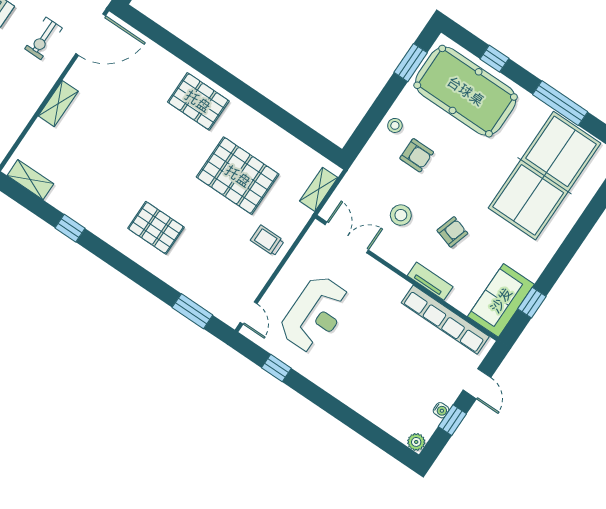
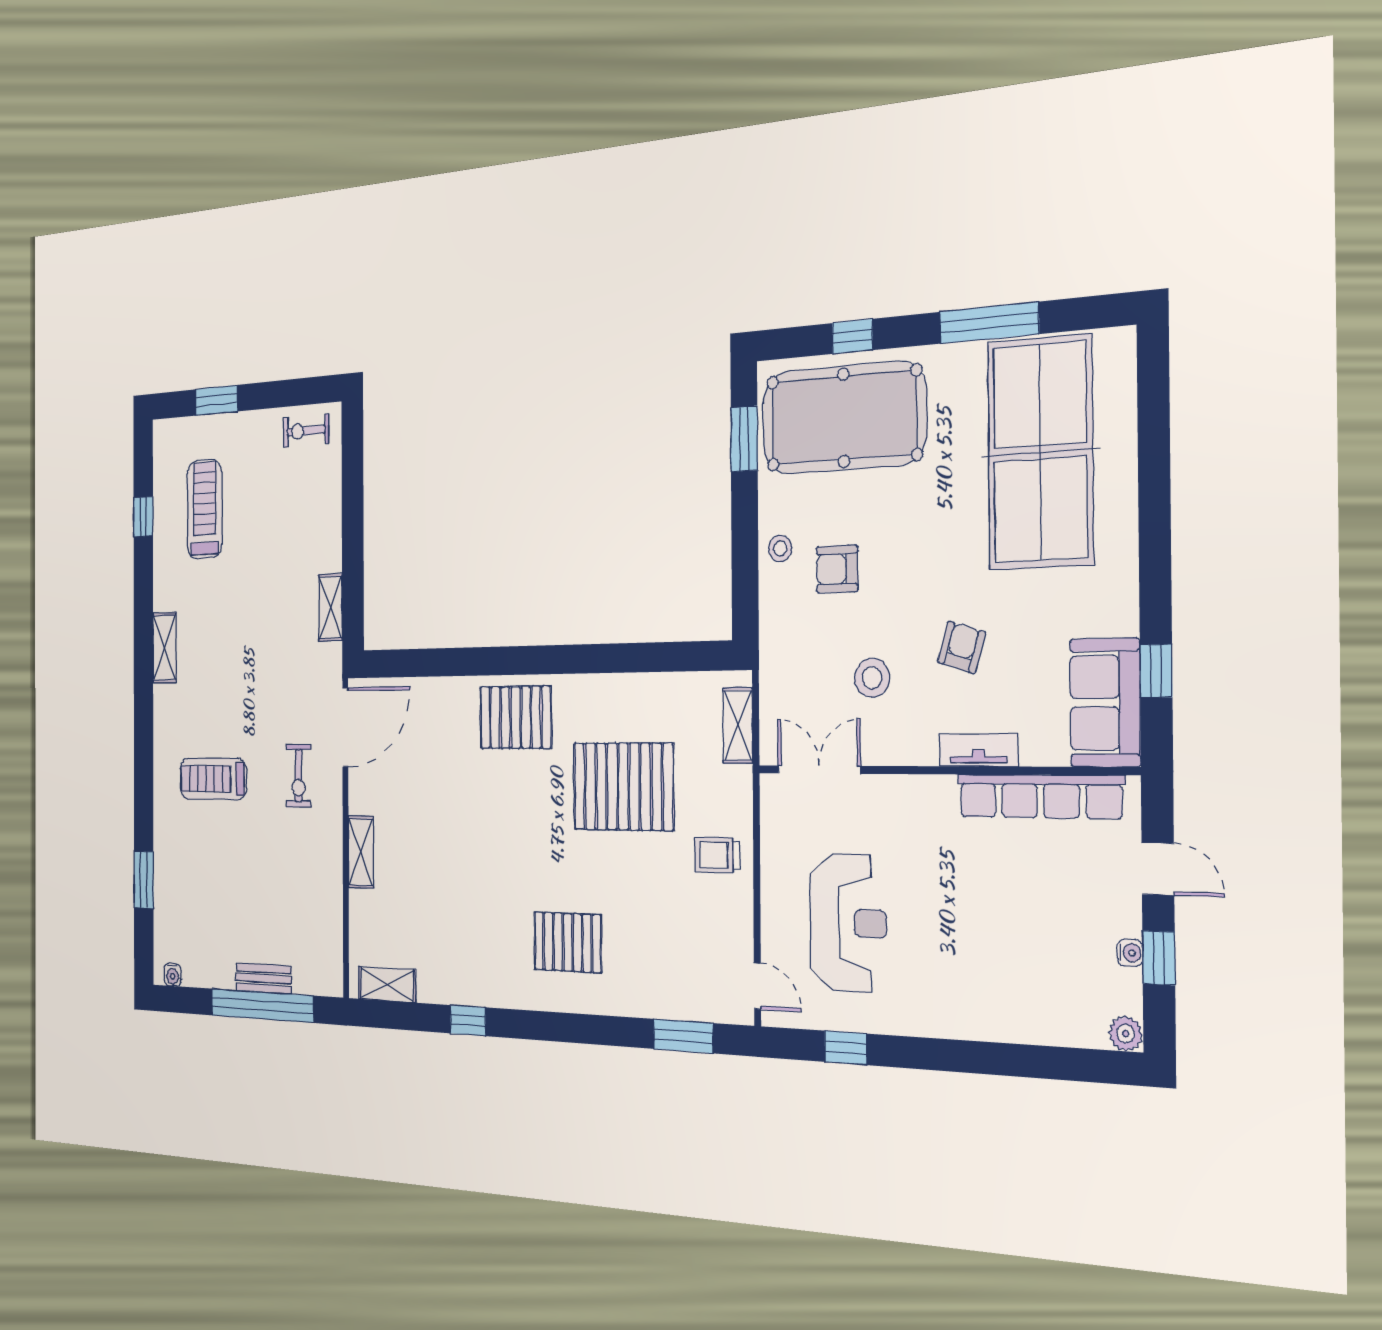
armchair: (417, 155) -> (837, 569), turned 180

